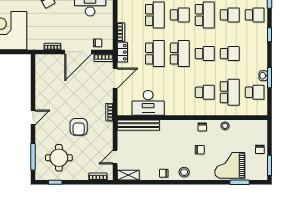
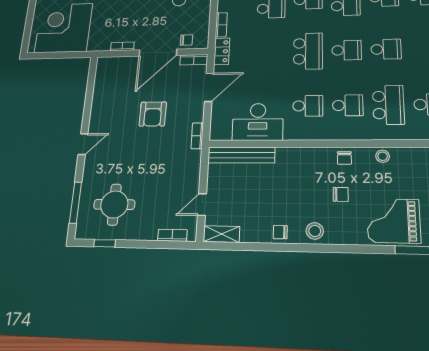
school desk: (155, 54) -> (308, 106), moved, width x0.54
armchair: (79, 127) -> (153, 114), moved

